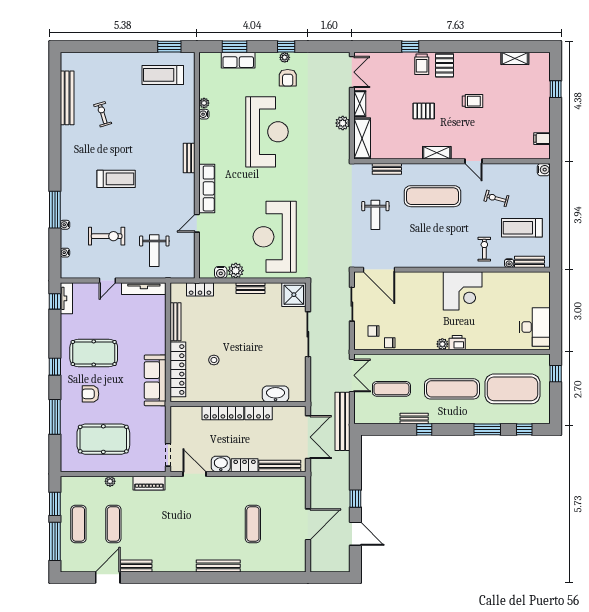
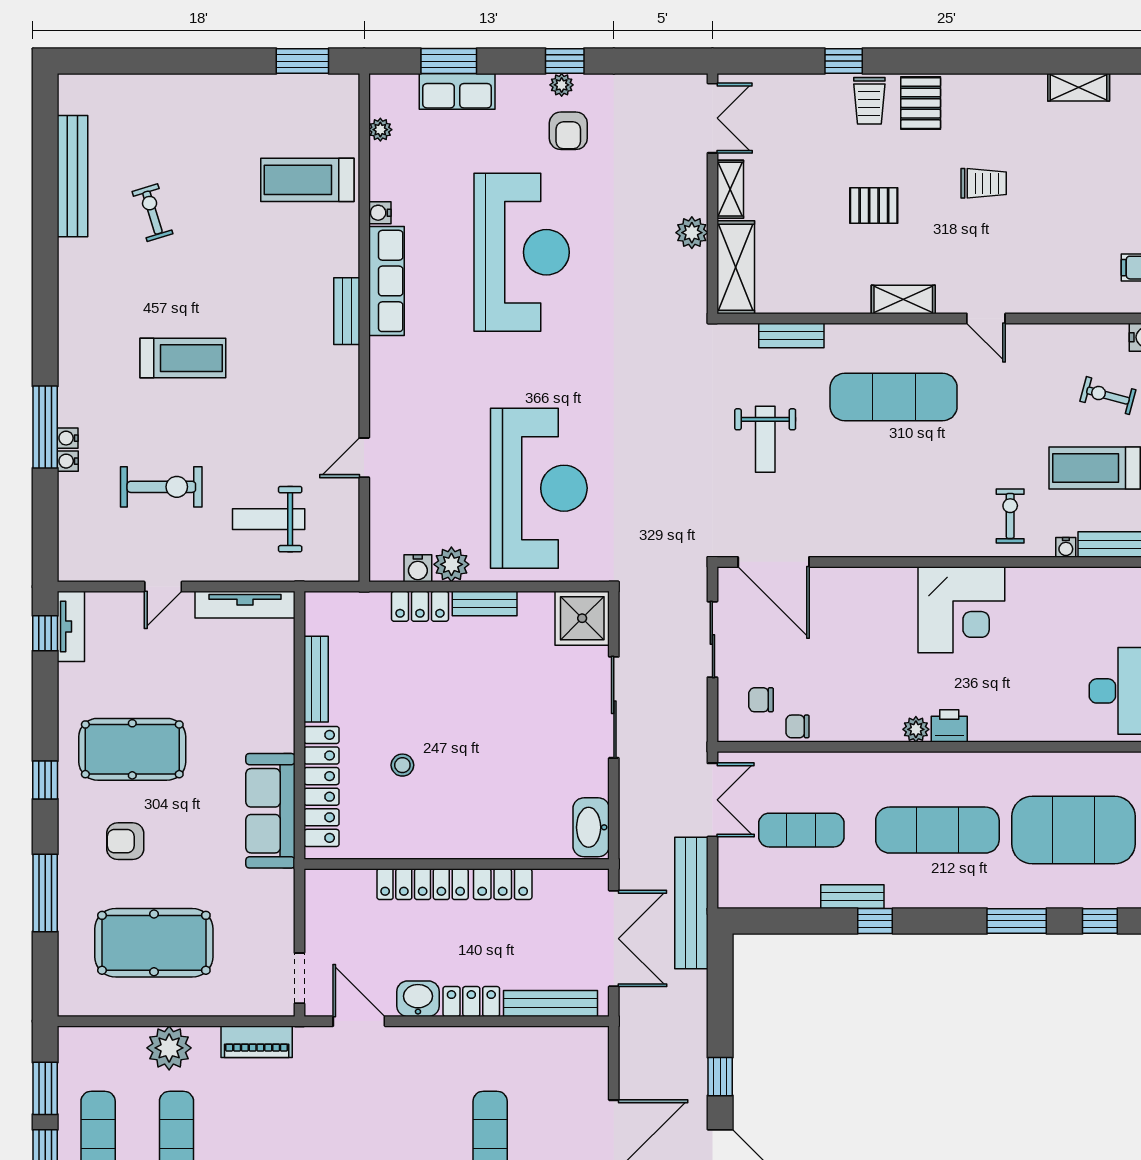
treadmill: (163, 75) -> (307, 180), moved
plant: (204, 103) -> (380, 130), moved
row of seats: (207, 188) -> (386, 281), moved
exercise bike: (496, 198) -> (1108, 396), moved
reception desk: (275, 237) -> (539, 488), turned 180
weight bench: (154, 251) -> (269, 519), turned 90
water cooler: (65, 253) -> (68, 438), moved
locker: (200, 289) -> (420, 606), moved
washbasin: (276, 394) -> (591, 827), moved, turned -90
plant: (110, 481) -> (169, 1048), width x1.87, depth x1.87

